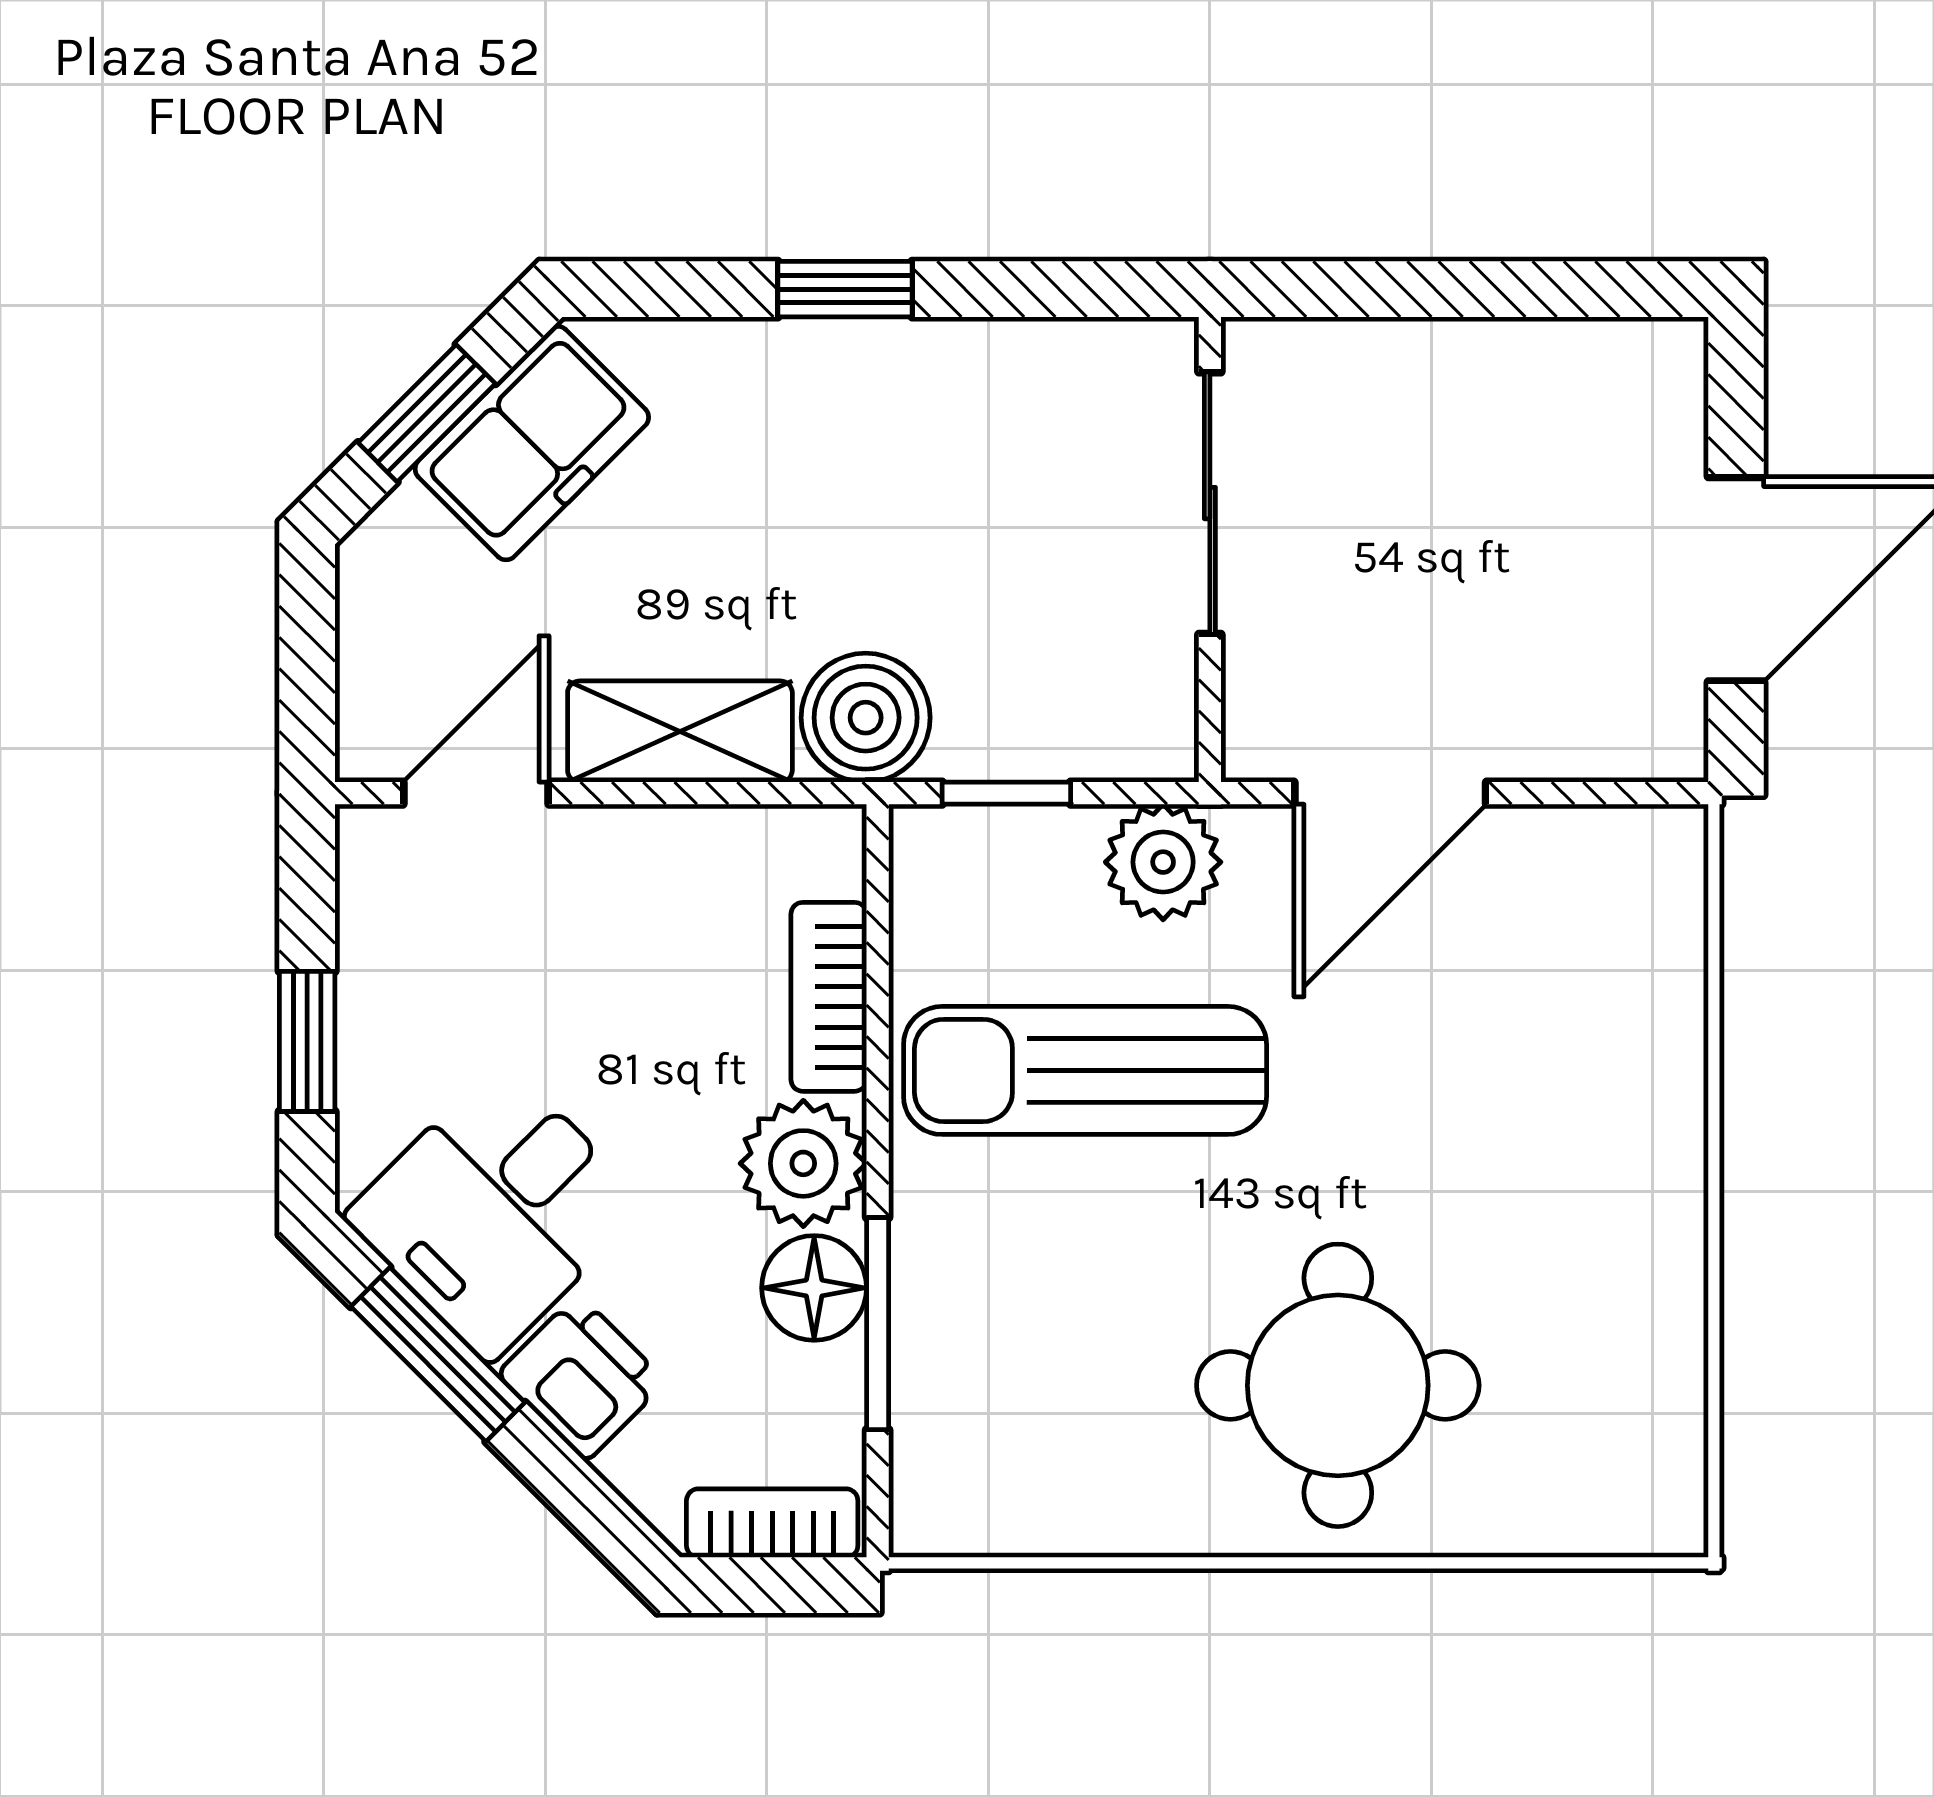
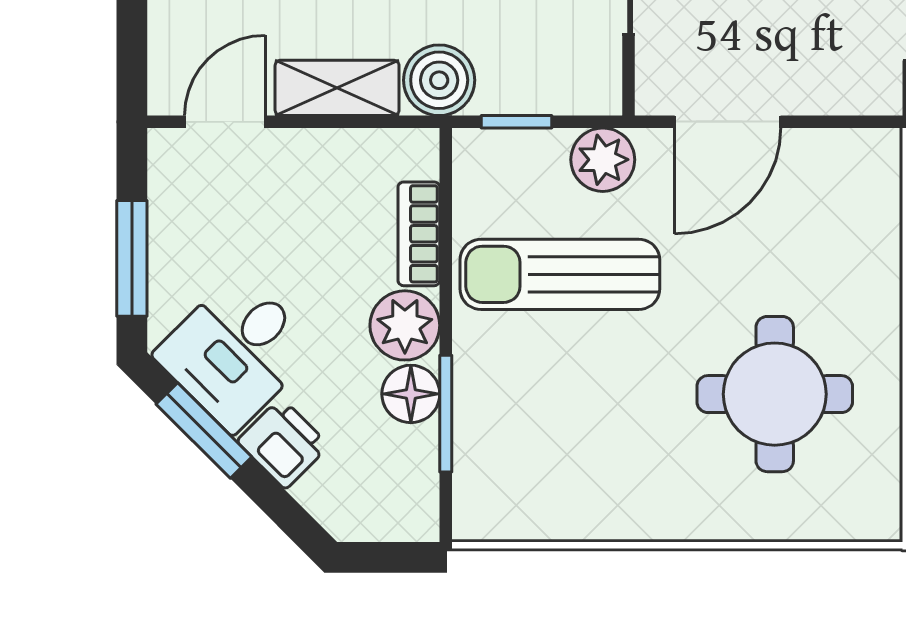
window: (307, 1041) -> (132, 258), width x1.50
round table: (1338, 1385) -> (775, 394), moved
bookcase: (772, 1523) -> (388, 523), removed

